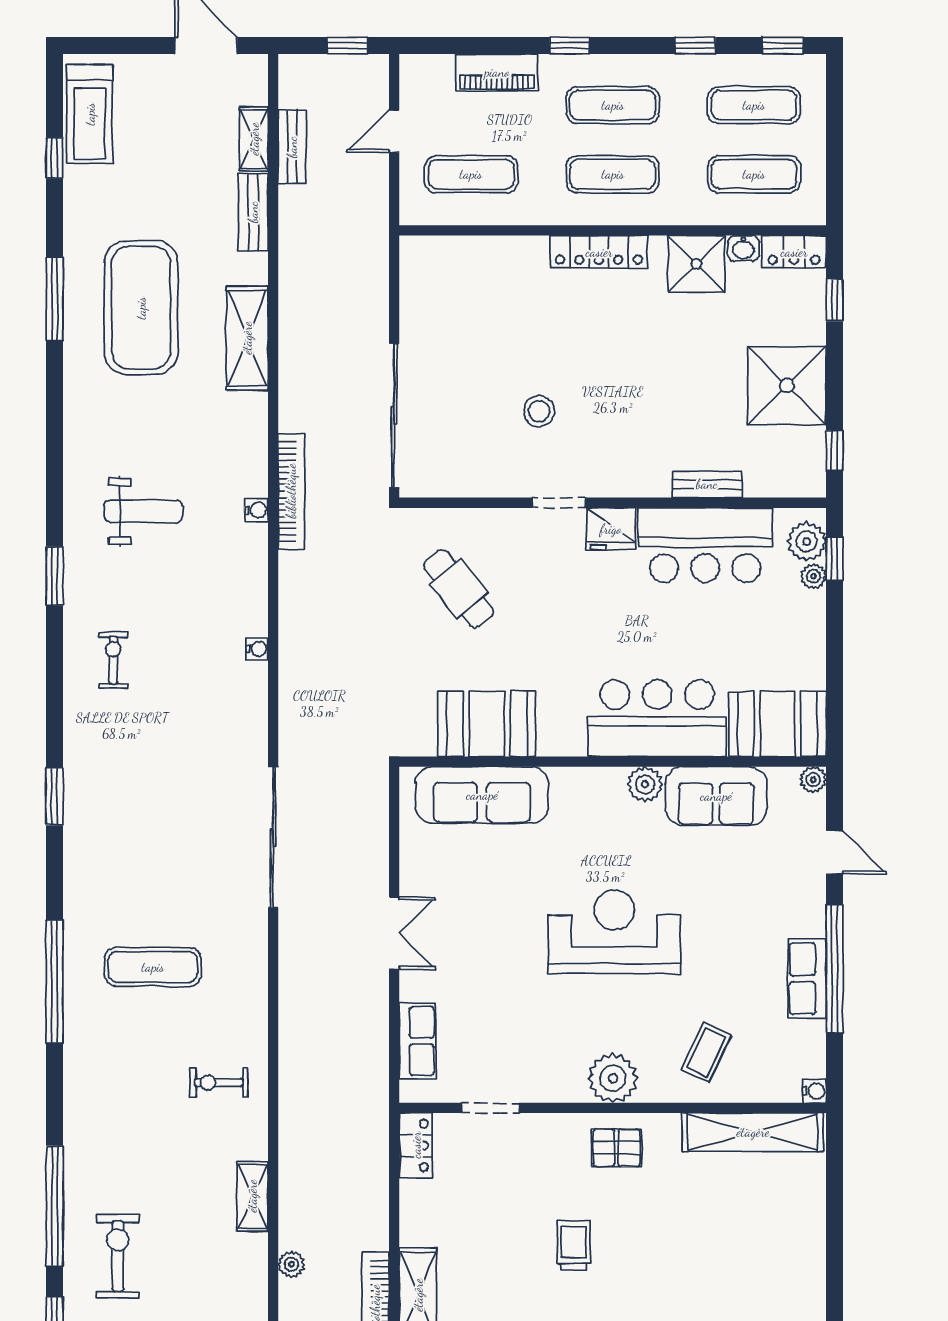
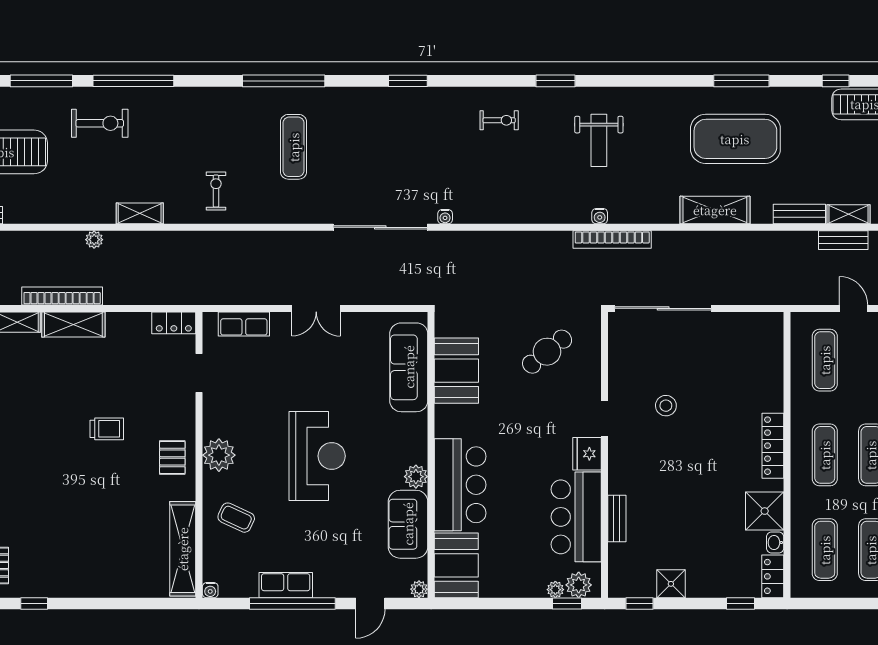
shower: (787, 386) -> (671, 584), width x0.54, depth x0.54
water cooler: (257, 649) -> (445, 217), moved

